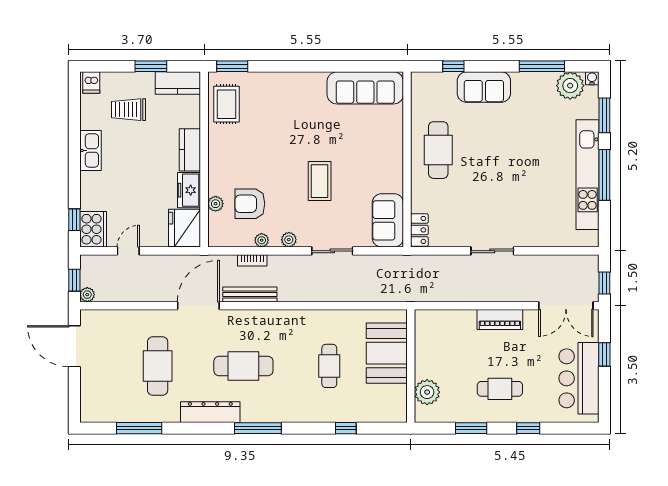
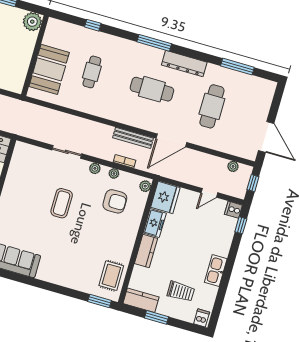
plant: (216, 204) -> (145, 186), moved
sofa: (388, 220) -> (22, 162), removed
cooker: (93, 229) -> (233, 210), width x0.53, depth x0.76
plant: (87, 295) -> (233, 166), moved
plant: (427, 392) -> (32, 22), moved

